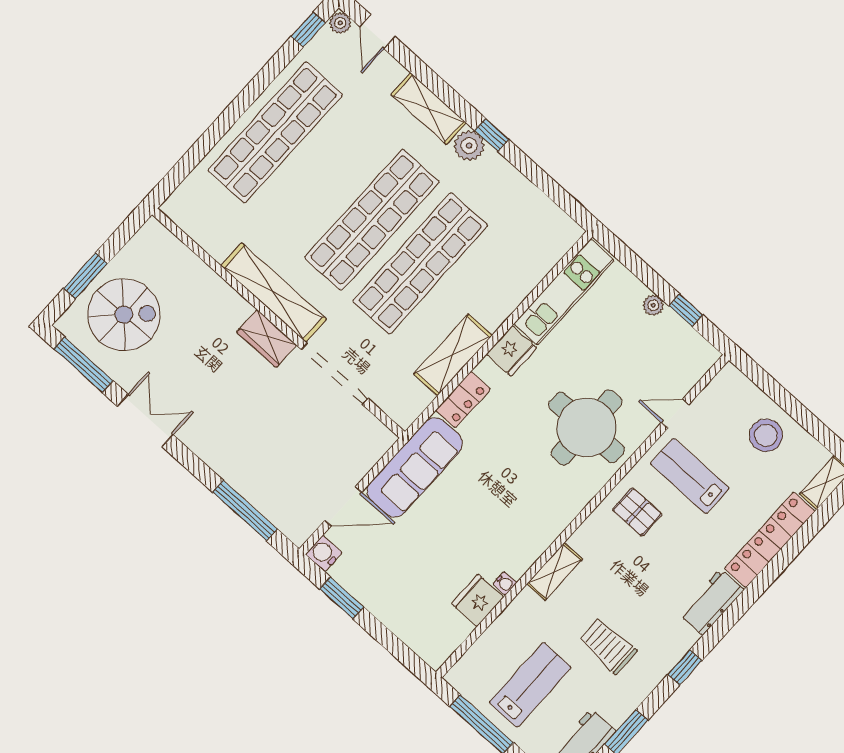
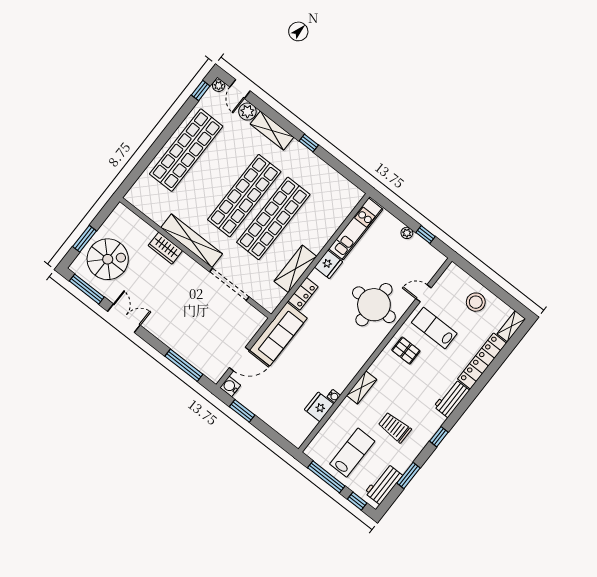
plant: (469, 146) -> (247, 112), moved
wardrobe: (267, 338) -> (165, 248), moved

